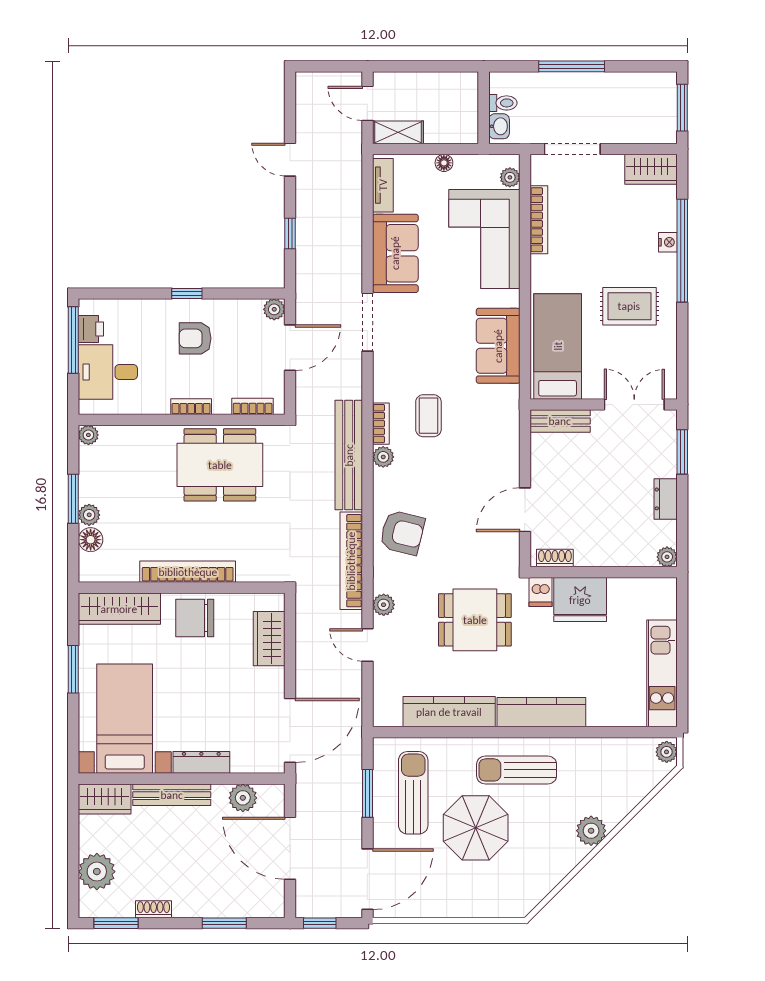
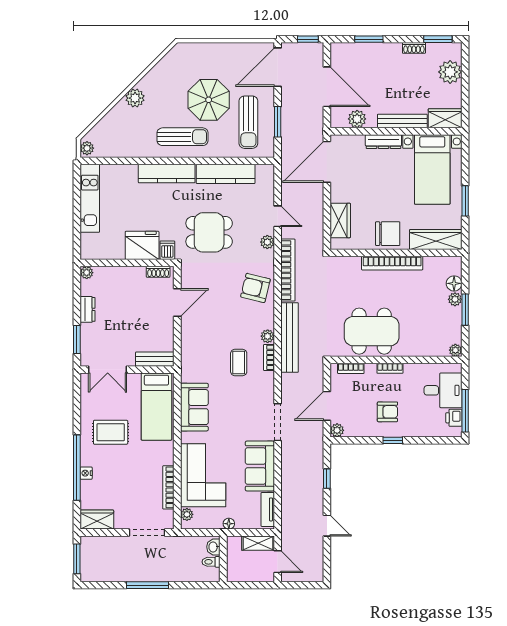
toilet: (503, 103) -> (211, 562), moved
wall: (484, 108) -> (223, 559), moved
washbasin: (499, 126) -> (213, 547), moved

